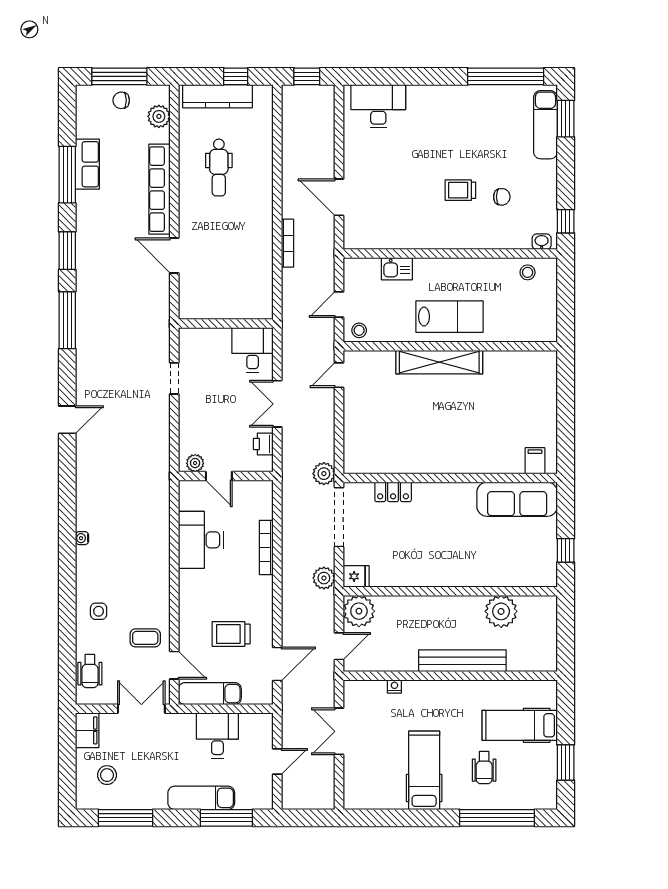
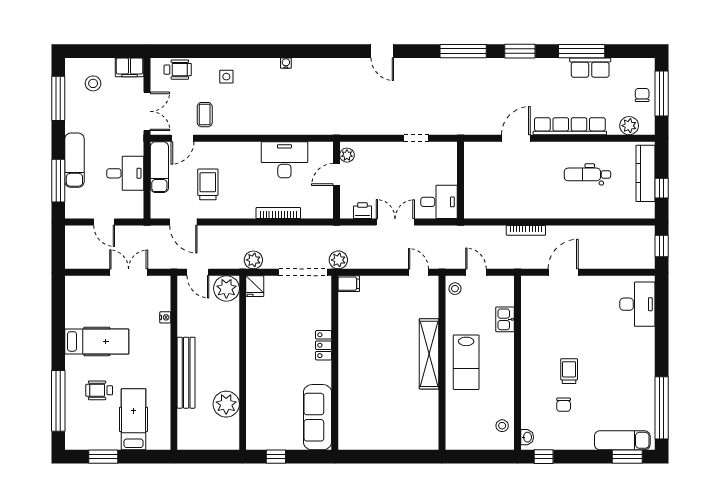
filing cabinet: (535, 461) -> (349, 284), moved
locker: (393, 492) -> (324, 345), moved
wheelchair: (90, 671) -> (178, 70), turned 180

